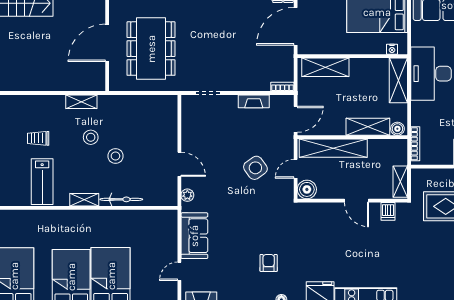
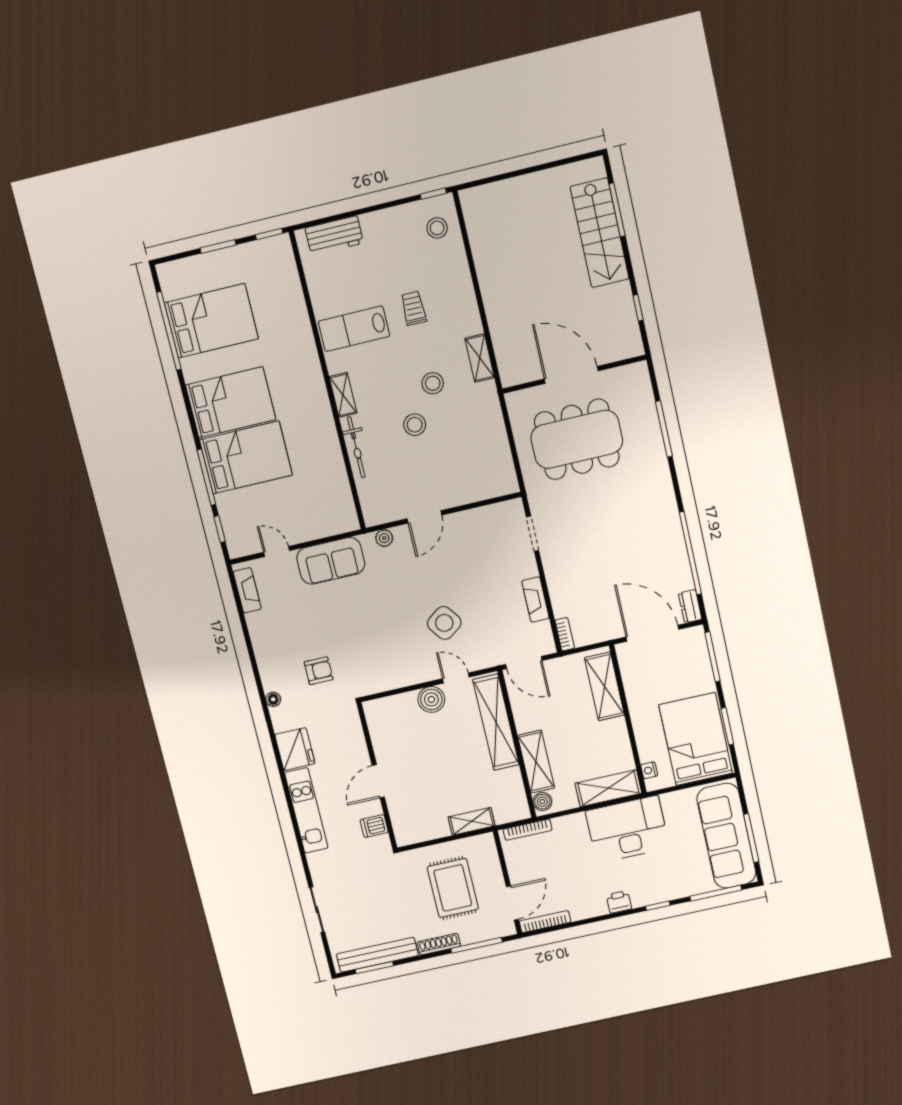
wall: (352, 201) -> (377, 776), moved
door: (357, 201) -> (378, 781), moved
dishwasher: (388, 211) -> (374, 826), moved

